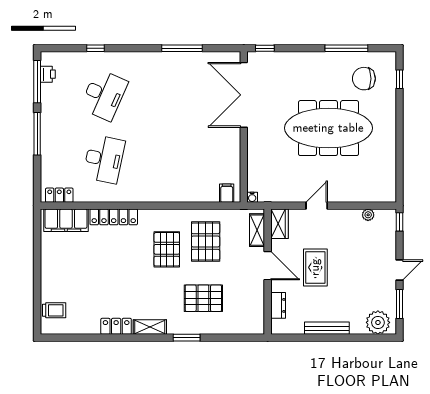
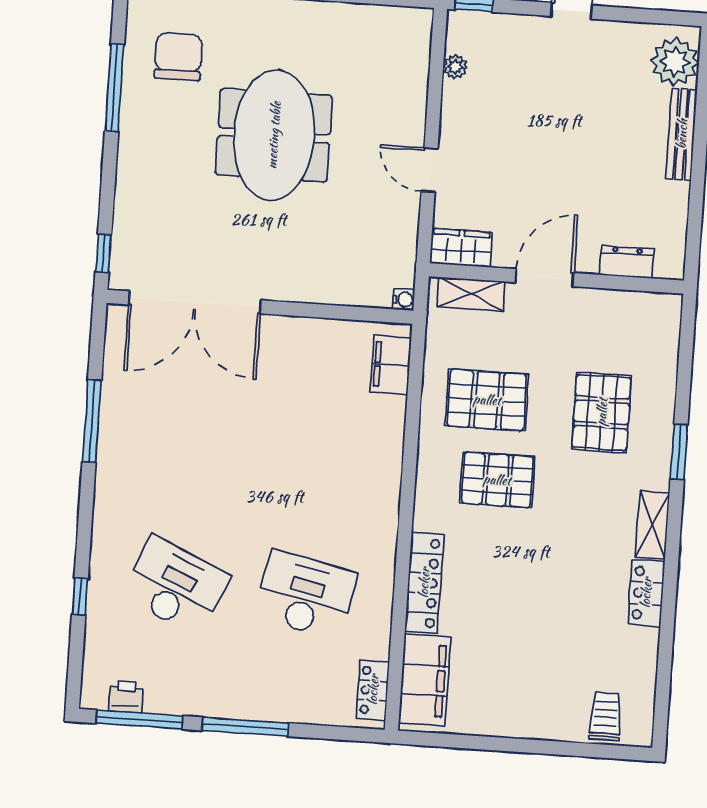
chair: (364, 79) -> (178, 57), turned 180
meeting table: (328, 128) -> (274, 135), width x0.73
filing cabinet: (227, 193) -> (391, 365), width x2.00
rug: (315, 267) -> (555, 181), removed
window: (400, 304) -> (640, 15), removed
bench: (327, 328) -> (682, 134), moved

